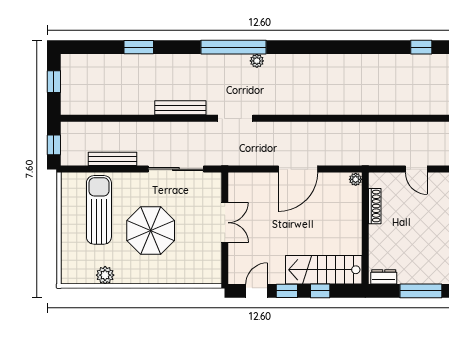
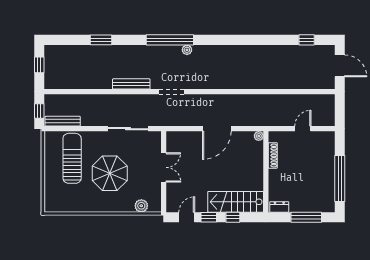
bench: (113, 159) -> (63, 121), moved
door: (416, 169) -> (303, 129), swing flipped
plant: (105, 275) -> (141, 206), moved

